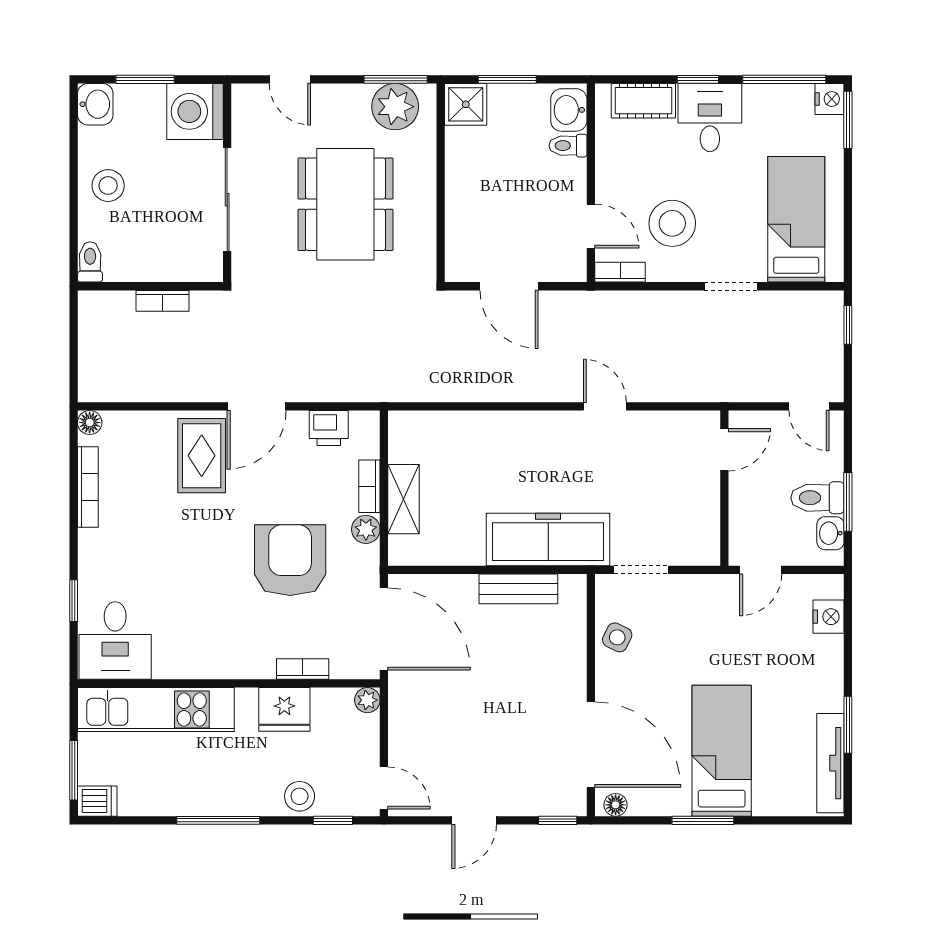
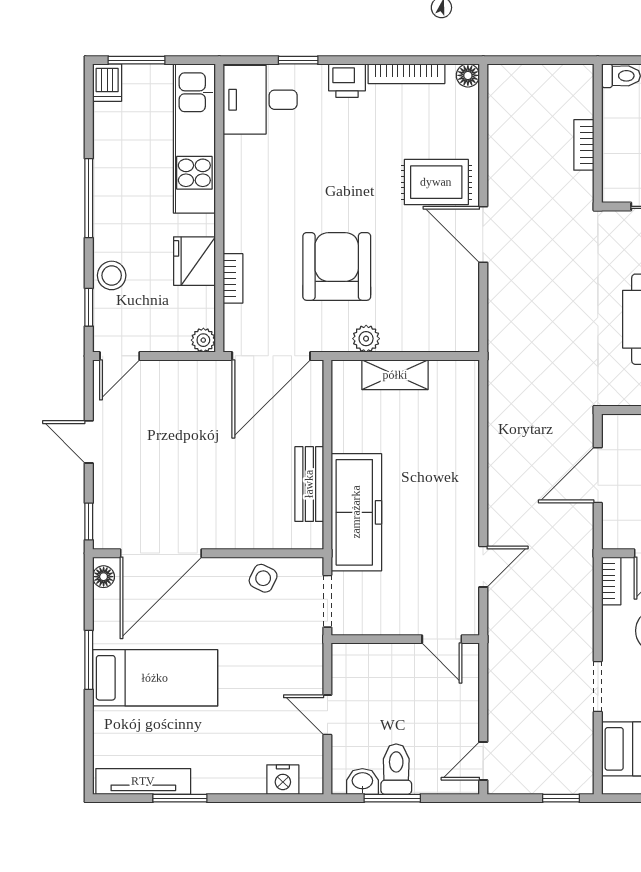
printer: (329, 428) -> (347, 81), moved, turned -90
door: (724, 450) -> (442, 639), moved
bookcase: (369, 486) -> (407, 342), removed
wall: (724, 488) -> (405, 639), moved
armchair: (290, 560) -> (337, 266), turned -90

